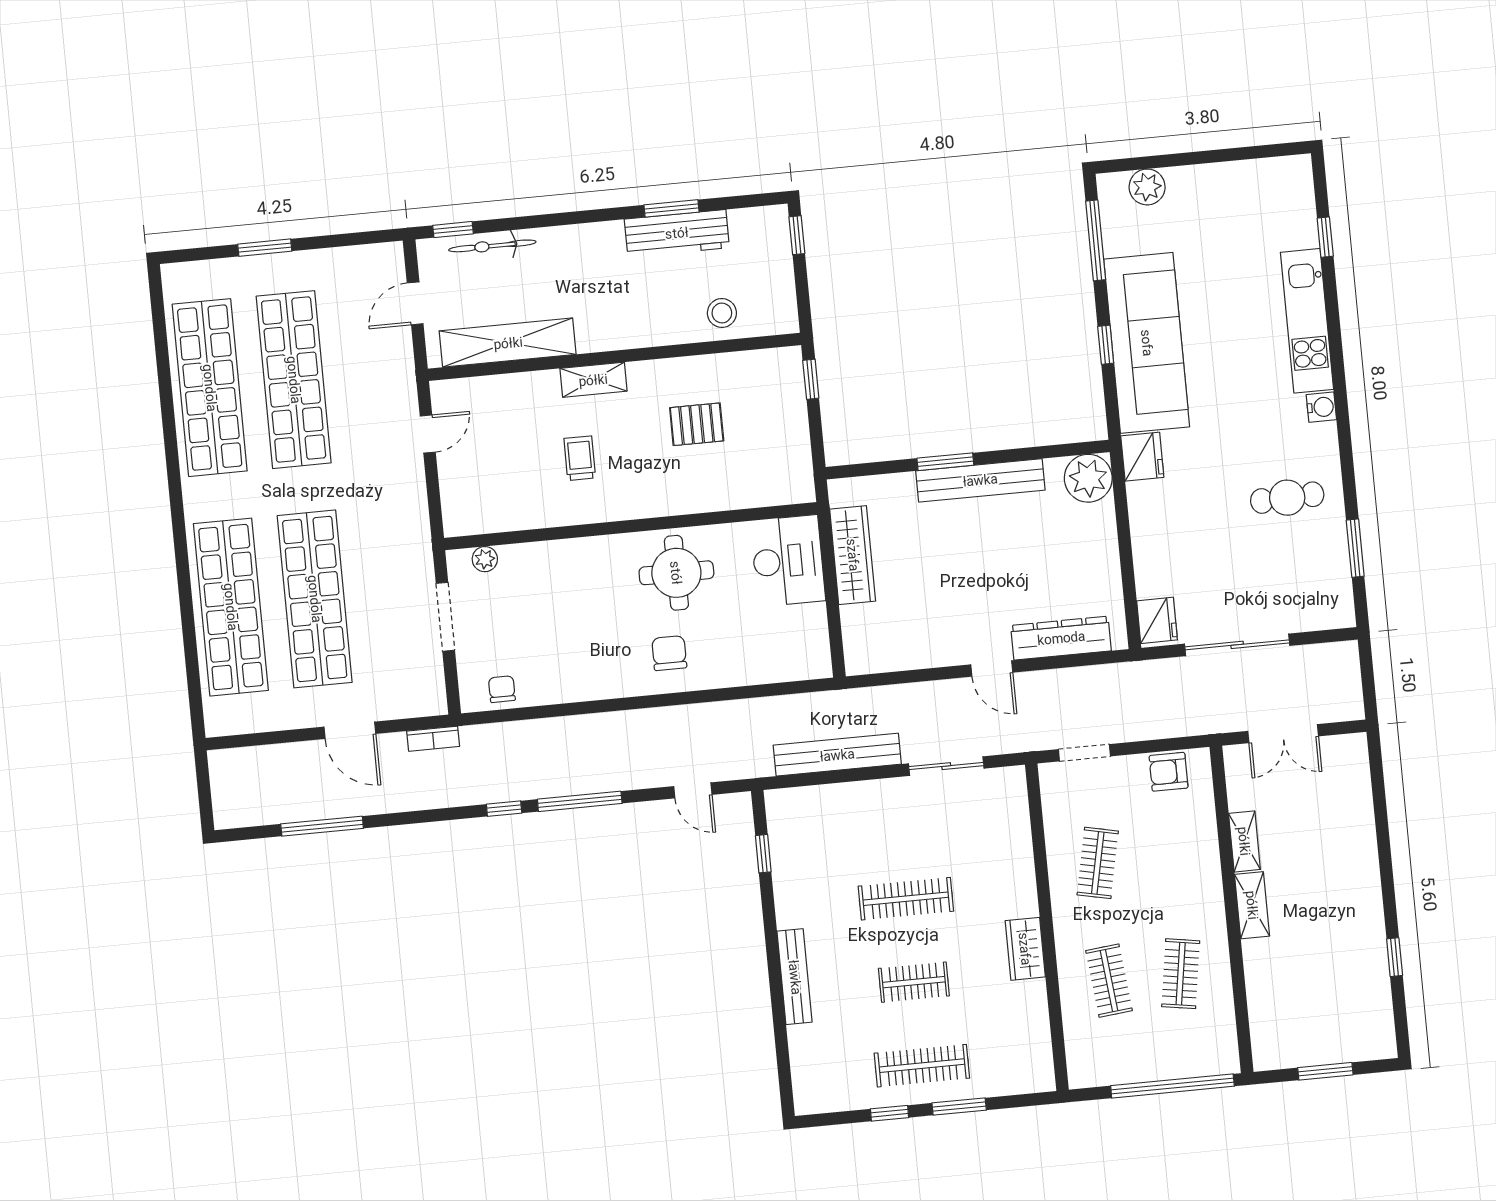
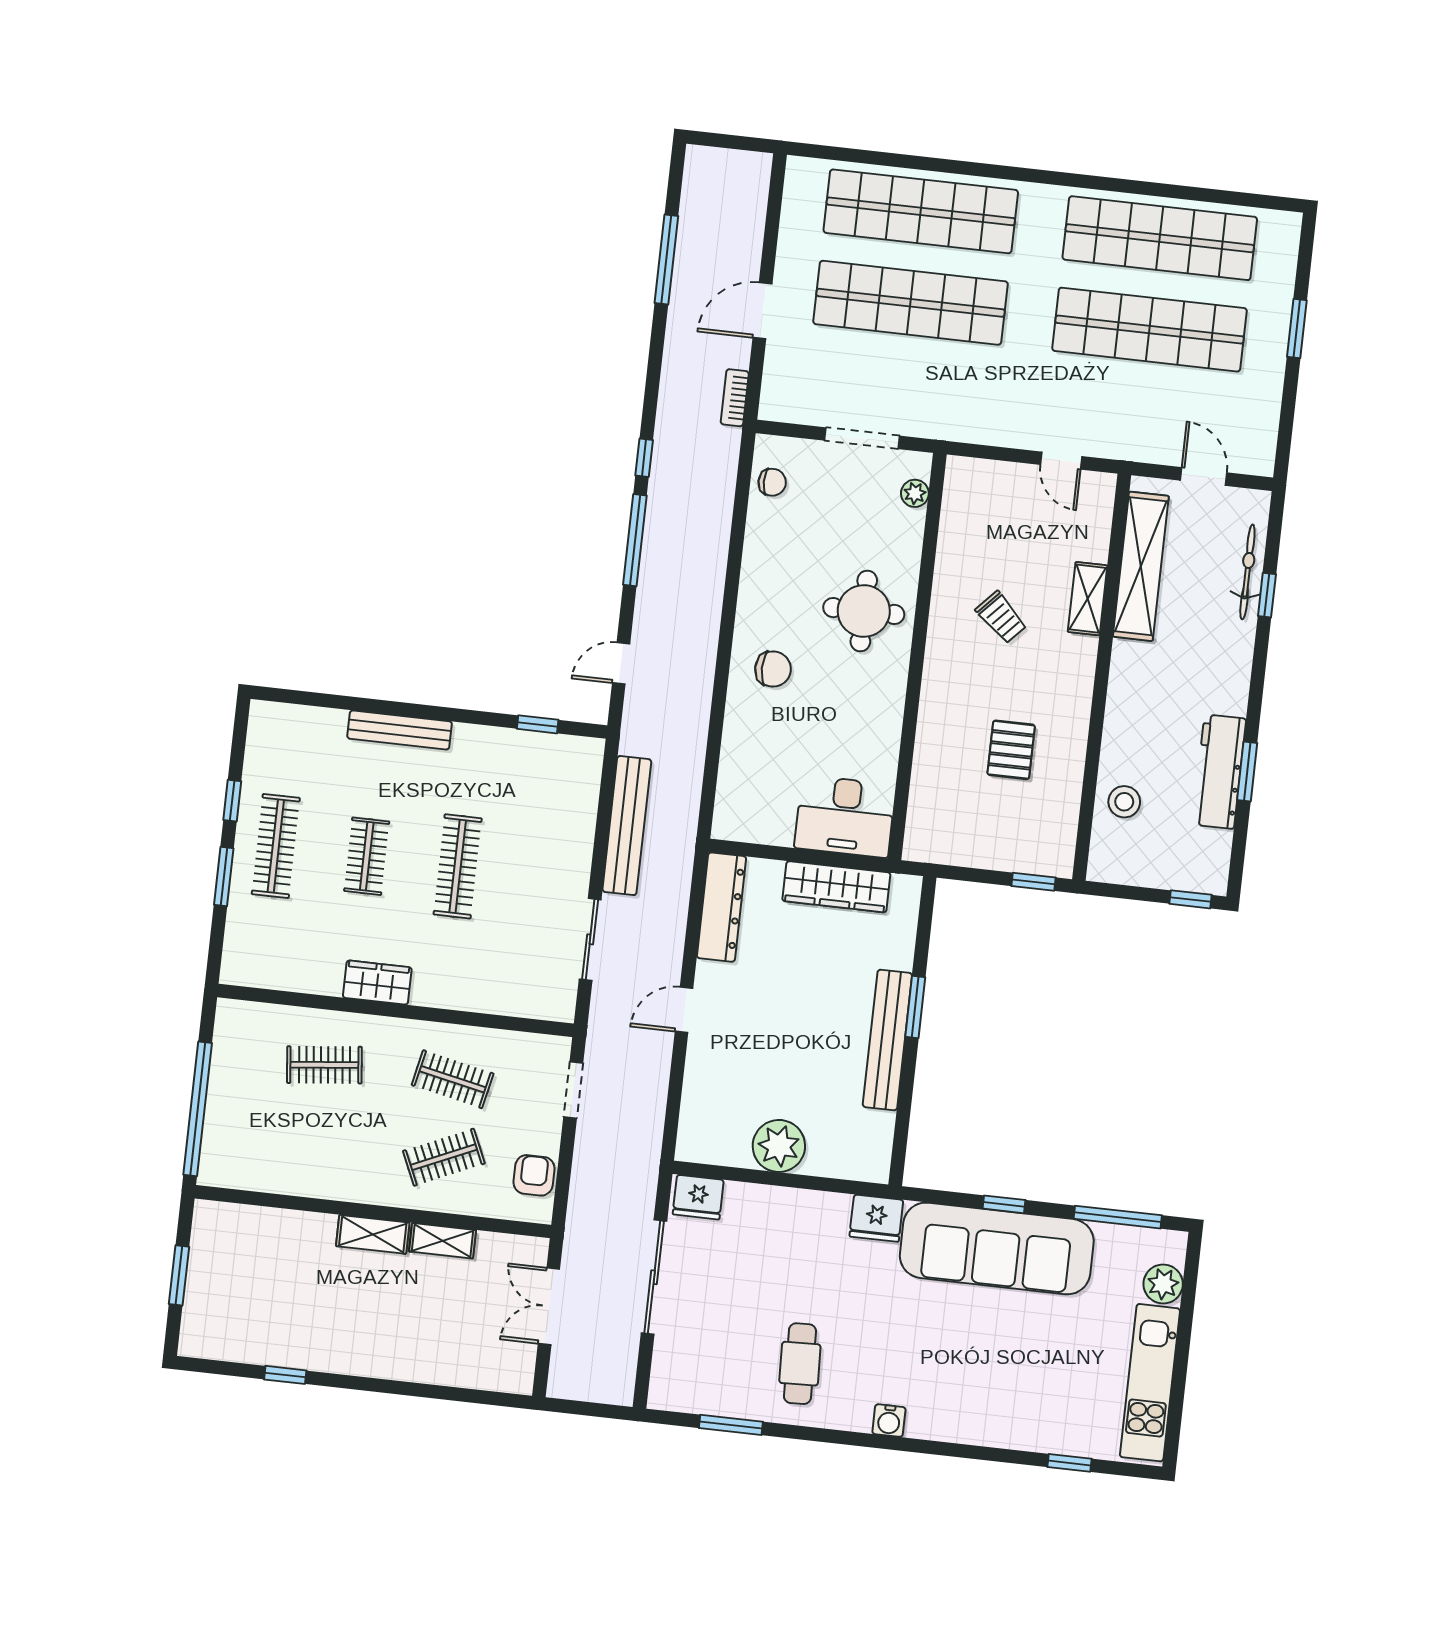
window: (453, 230) -> (1267, 595), moved
kitchen unit: (1307, 321) -> (1150, 1383), moved, turned -90
shelving: (593, 380) -> (1088, 599), moved
trolley: (580, 458) -> (1001, 617), turned 43
plant: (1088, 478) -> (779, 1146), moved
round table: (676, 573) -> (864, 611), moved
dresser: (1061, 638) -> (721, 907), moved
clothes rail: (1181, 974) -> (444, 1157), moved, turned -33

